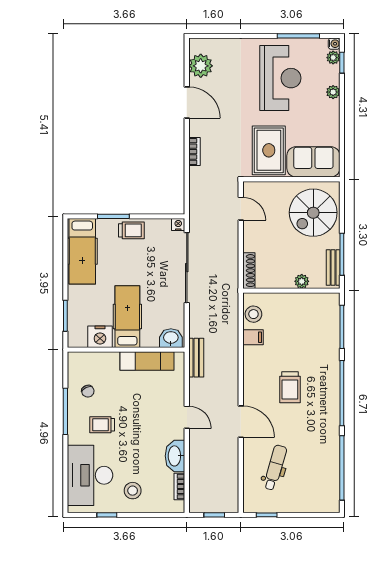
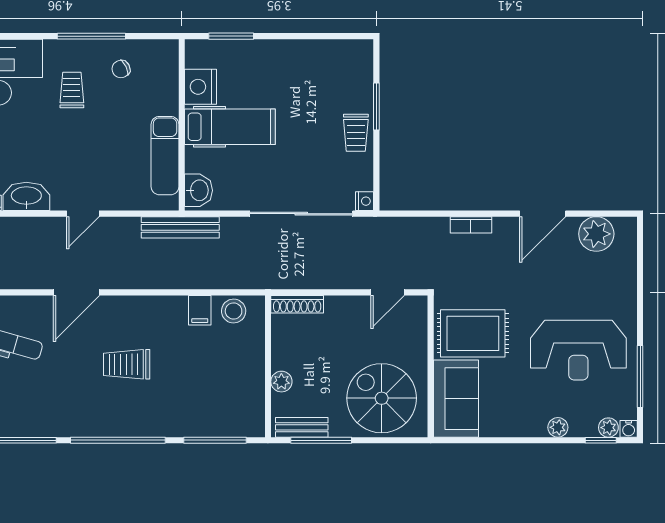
hospital bed: (82, 251) -> (325, 61), removed
bench: (196, 358) -> (180, 227), width x1.36

